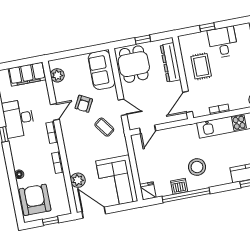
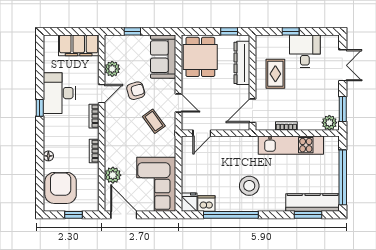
window: (143, 40) -> (229, 31), moved
window: (71, 53) -> (132, 31), added
plant: (57, 75) -> (112, 69), moved
armchair: (84, 104) -> (136, 91), turned -134
dishwasher: (179, 186) -> (206, 203), moved

